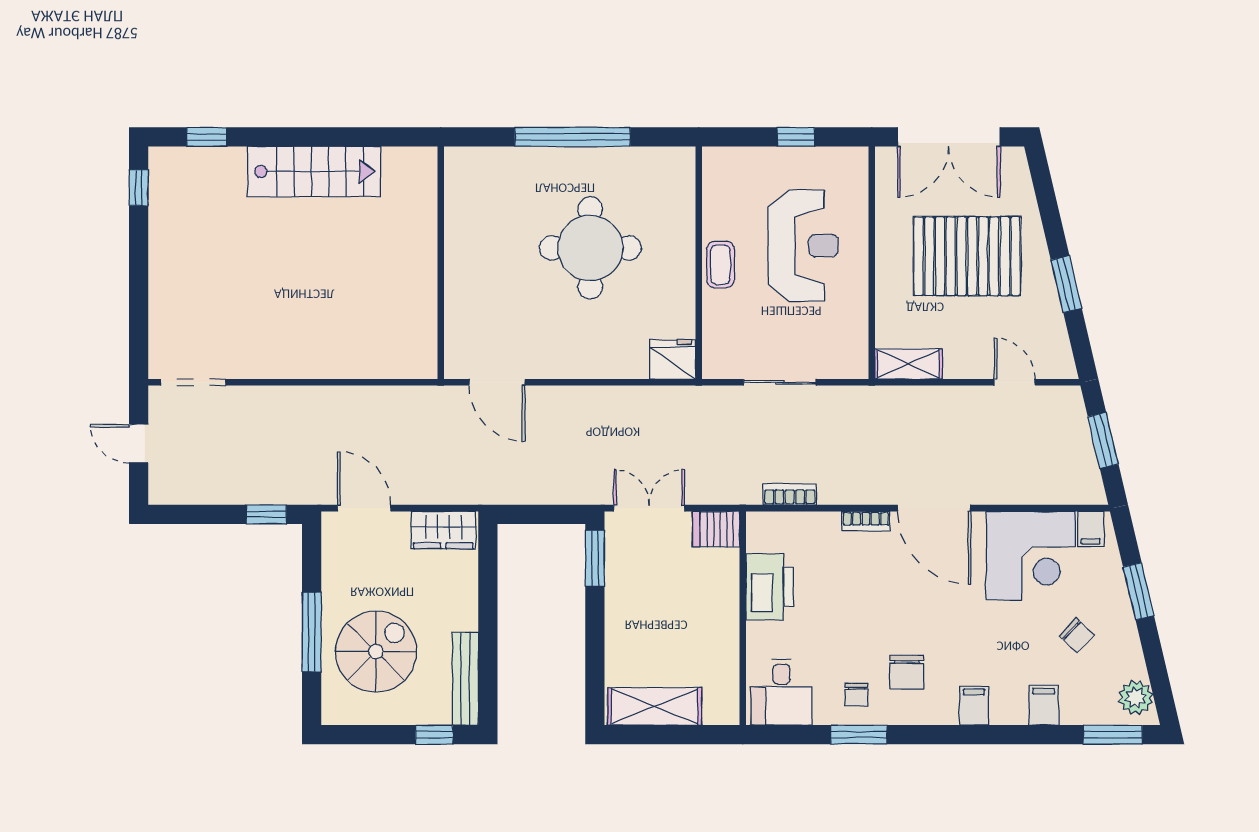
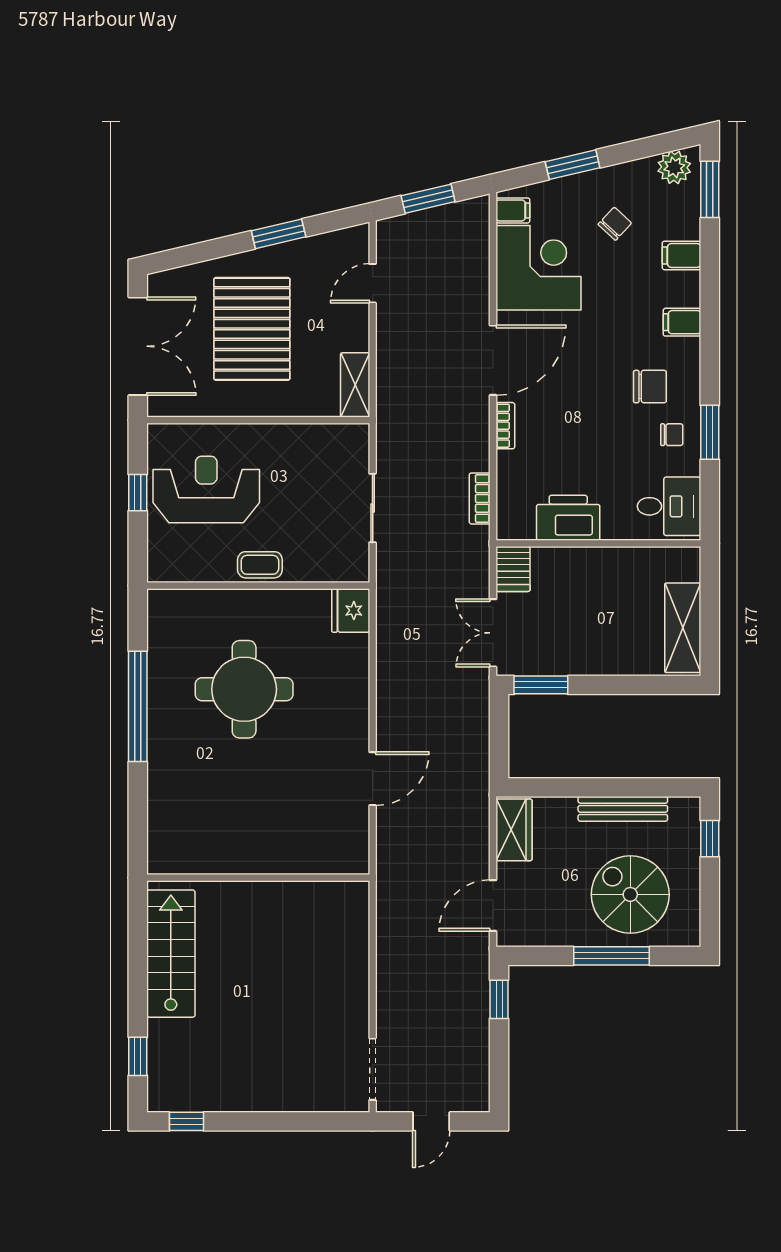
reception desk: (803, 246) -> (206, 489), moved
wall: (441, 263) -> (258, 878), moved
bench: (465, 679) -> (623, 809), moved

